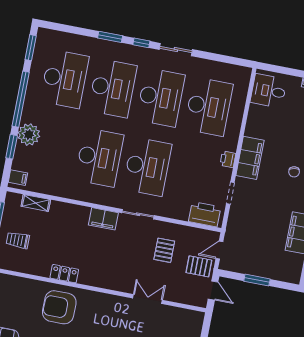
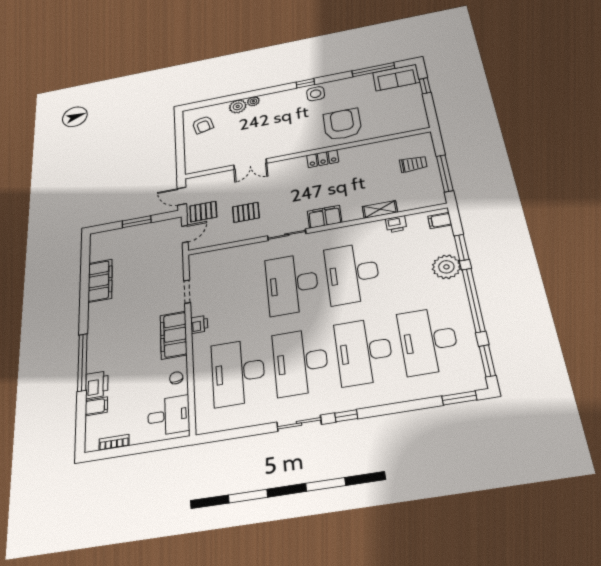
window: (110, 37) -> (459, 398), moved
chair: (294, 172) -> (176, 378), moved
shelving: (36, 203) -> (380, 209), moved
printer: (205, 214) -> (396, 224), moved, width x0.53, depth x0.68
pallet: (164, 250) -> (246, 212), turned 90
locker: (64, 274) -> (323, 159), moved
armchair: (59, 307) -> (342, 124), turned -90

